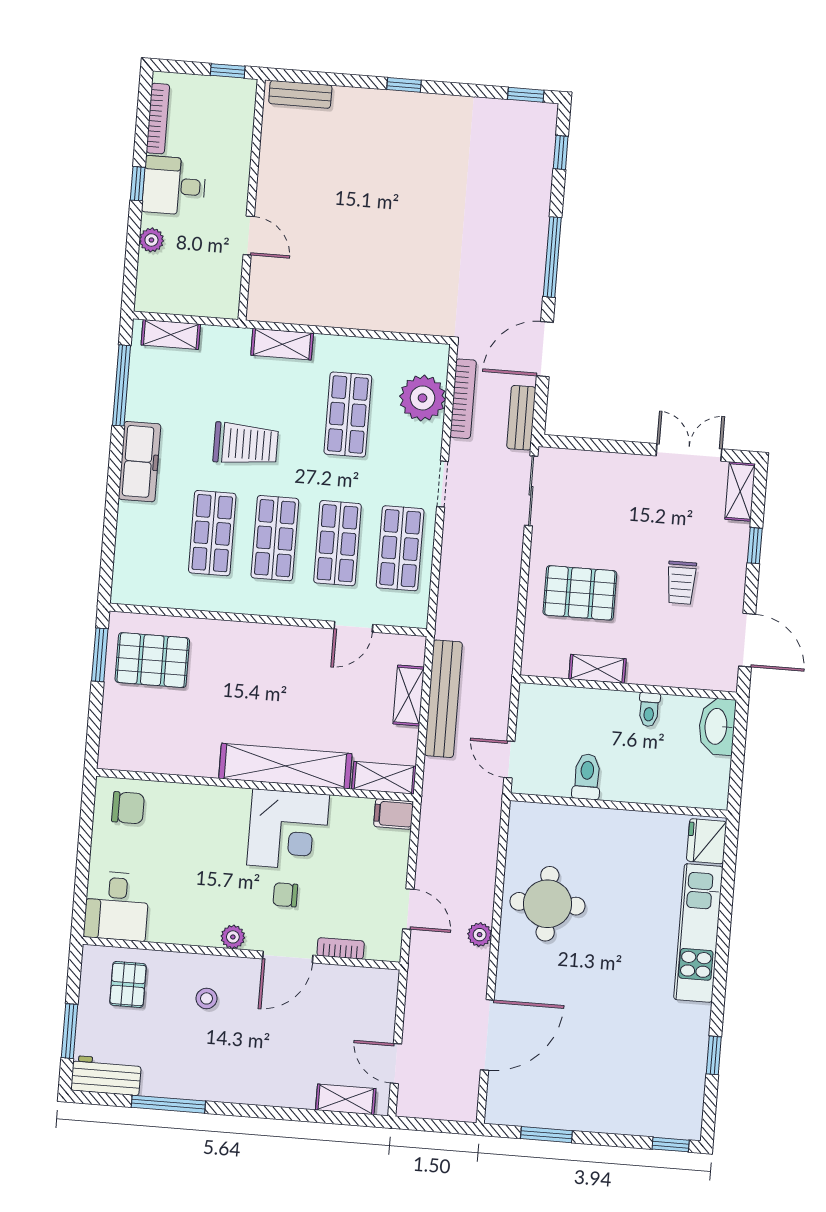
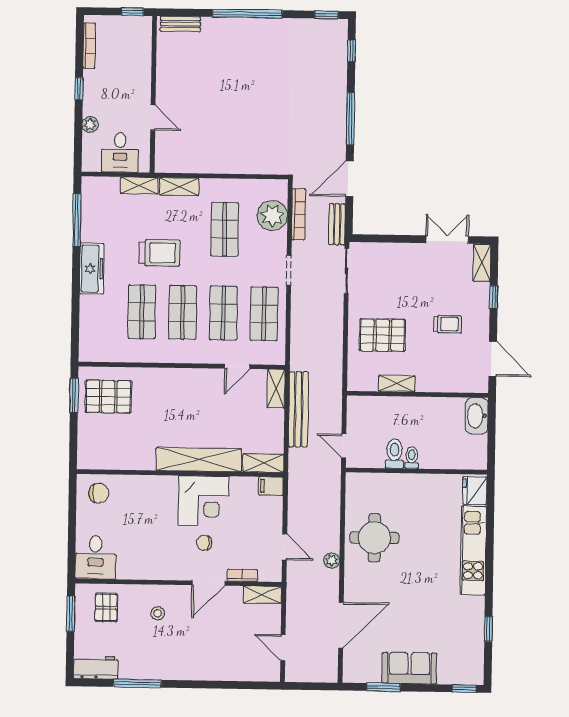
window: (404, 85) -> (247, 14), width x3.17
desk: (174, 186) -> (120, 152), moved, turned -90
shelving: (171, 335) -> (139, 185), moved
trolley: (681, 583) -> (448, 324), turned -90
shelving: (409, 695) -> (276, 389), moved
toilet: (649, 710) -> (412, 458), moved, turned 180
plant: (233, 937) -> (172, 572), removed
window: (69, 1031) -> (71, 614), moved
shelving: (346, 1099) -> (262, 595), moved
sofa: (588, 1108) -> (409, 668), added

